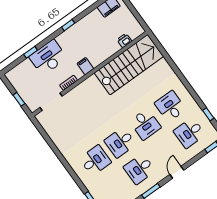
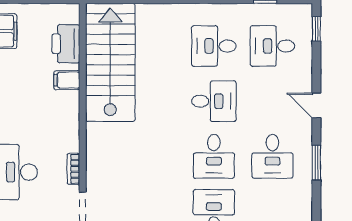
printer: (124, 40) -> (66, 44), width x1.87, depth x1.48
filing cabinet: (85, 66) -> (67, 80), moved
desk: (189, 133) -> (272, 46), turned 90

